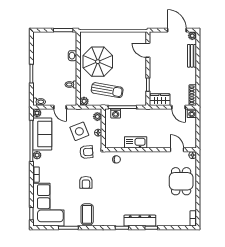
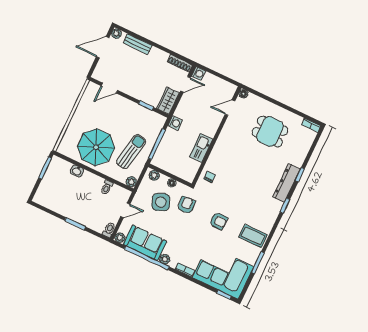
washing machine: (116, 113) -> (175, 123), moved
dining table: (181, 181) -> (270, 132), moved

